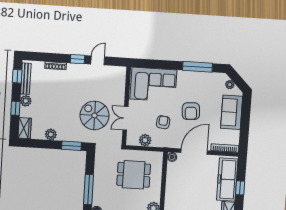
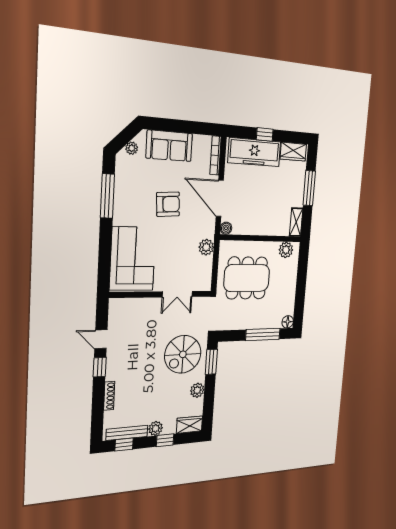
spiral stairs: (94, 115) -> (183, 354), moved
armchair: (163, 122) -> (182, 242), removed
plant: (145, 140) -> (206, 247), moved
dining table: (134, 175) -> (247, 278), width x1.38

